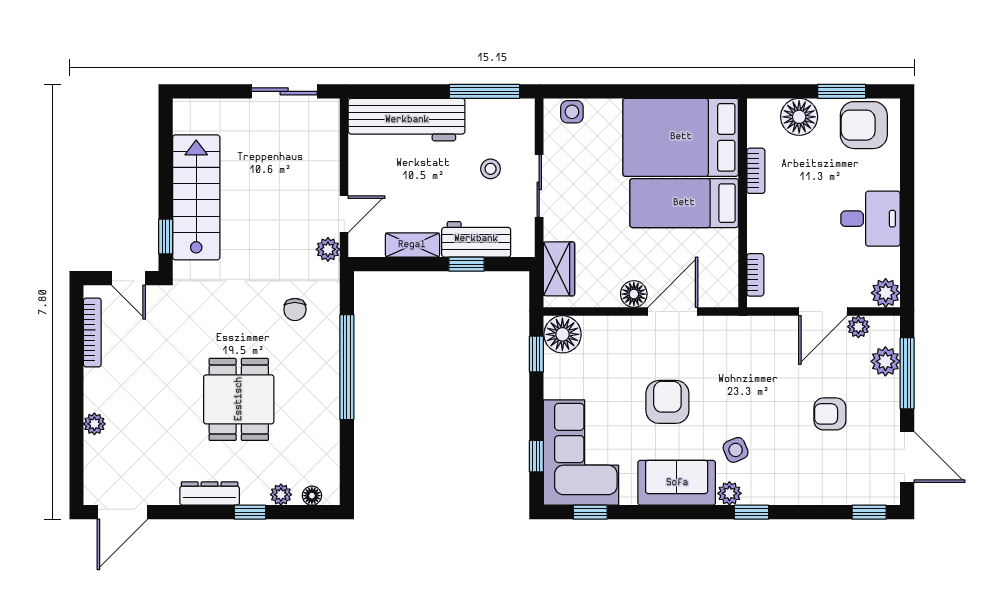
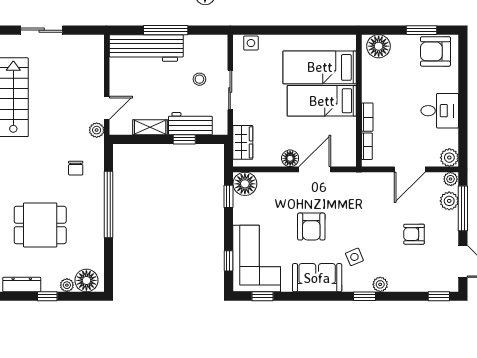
sliding door: (284, 91) -> (42, 30), moved
window: (485, 91) -> (166, 30), moved
floor lamp: (799, 117) -> (379, 46), moved
bed: (681, 137) -> (320, 67), width x0.67
bookcase: (756, 171) -> (367, 117), moved
plant: (858, 327) -> (451, 179), moved
dining table: (239, 399) -> (40, 225), turned 90
armchair: (667, 402) -> (311, 227), turned 180
plant: (729, 493) -> (380, 284), moved
floor lamp: (312, 496) -> (86, 280), width x1.89, depth x1.89

